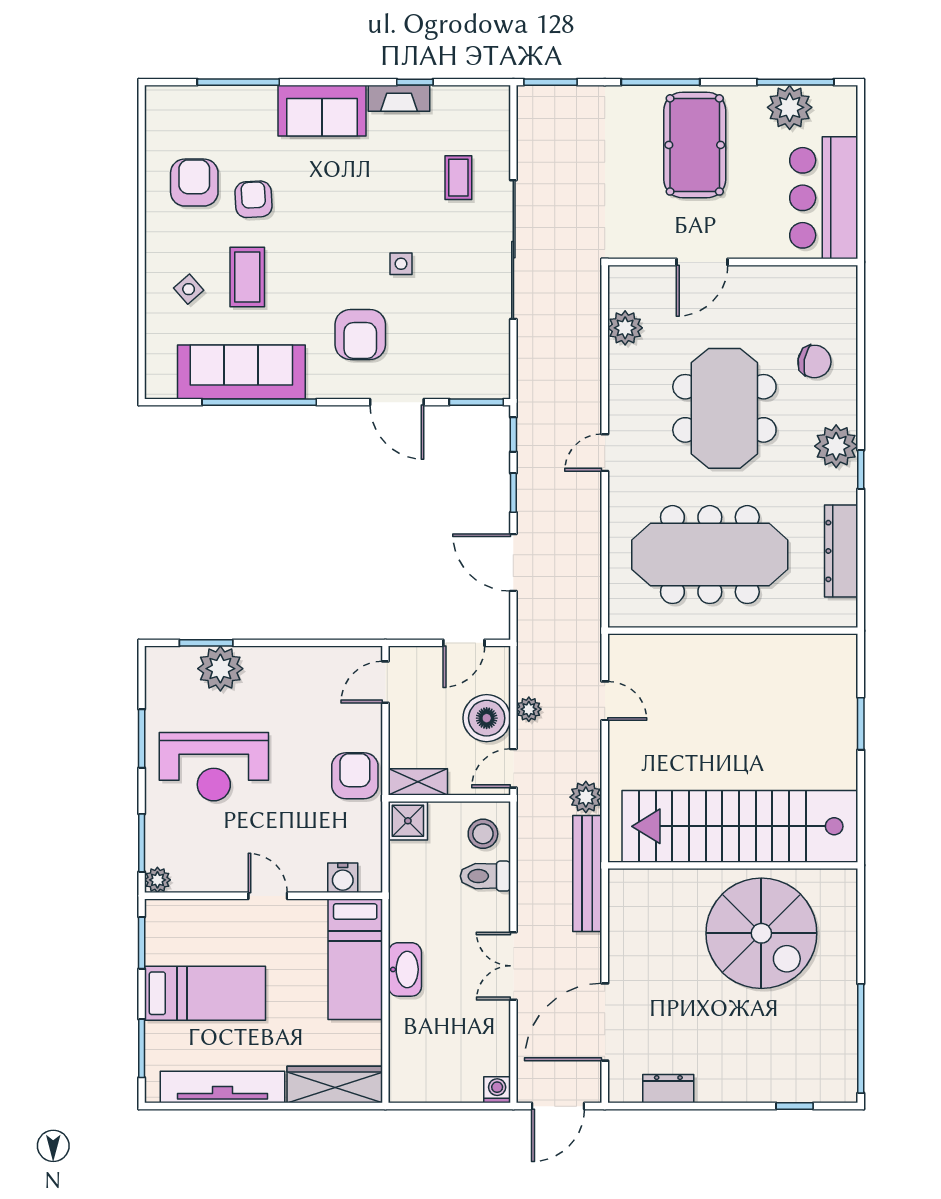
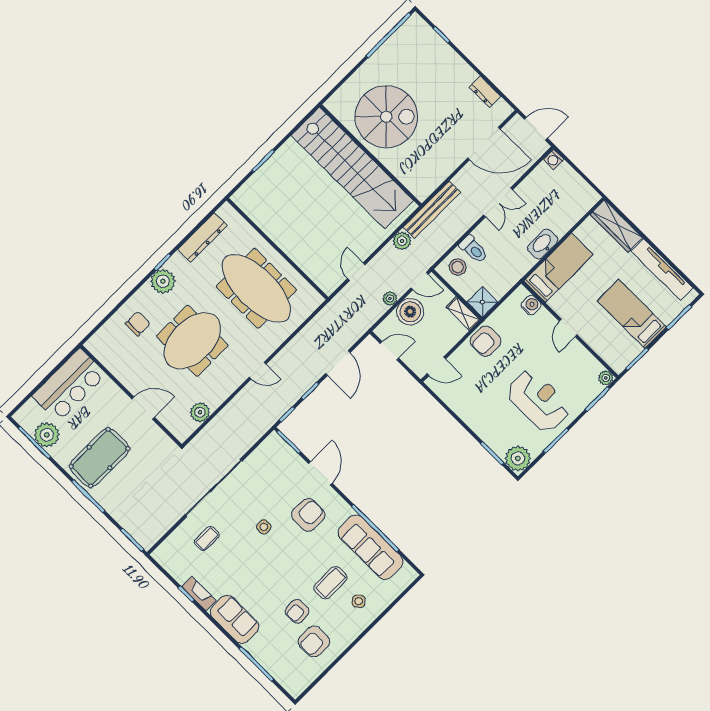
chair: (814, 361) -> (138, 324), turned 80
plant: (220, 669) -> (518, 458), moved
spiral stairs: (761, 933) -> (386, 117), turned 90

